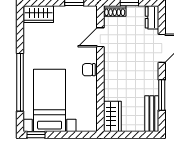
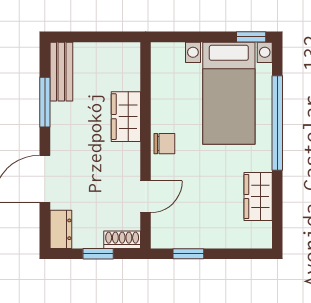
wardrobe: (39, 14) -> (258, 197), moved, turned -90
wardrobe: (112, 116) -> (126, 117), moved

